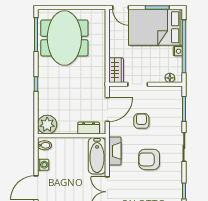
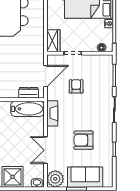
bathtub: (97, 156) -> (27, 109), moved, turned -90
armchair: (149, 159) -> (83, 140), moved

